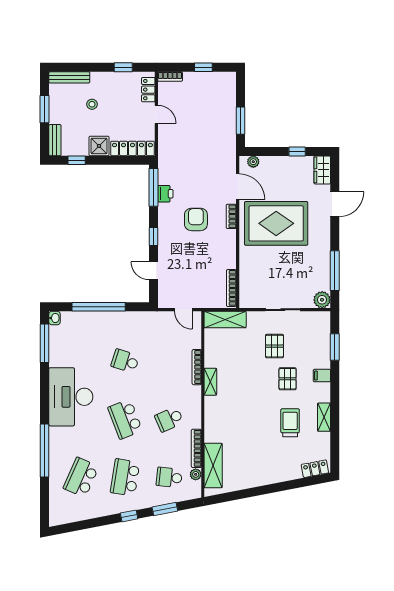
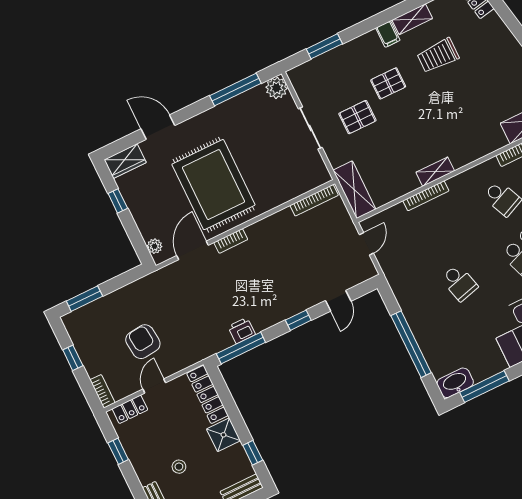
window: (240, 121) -> (84, 299), moved
armchair: (196, 219) -> (143, 342), moved, turned 84
washbasin: (55, 318) -> (455, 383), width x1.91, depth x1.45
school desk: (125, 361) -> (459, 283), turned -33
filing cabinet: (322, 376) -> (388, 34), moved

